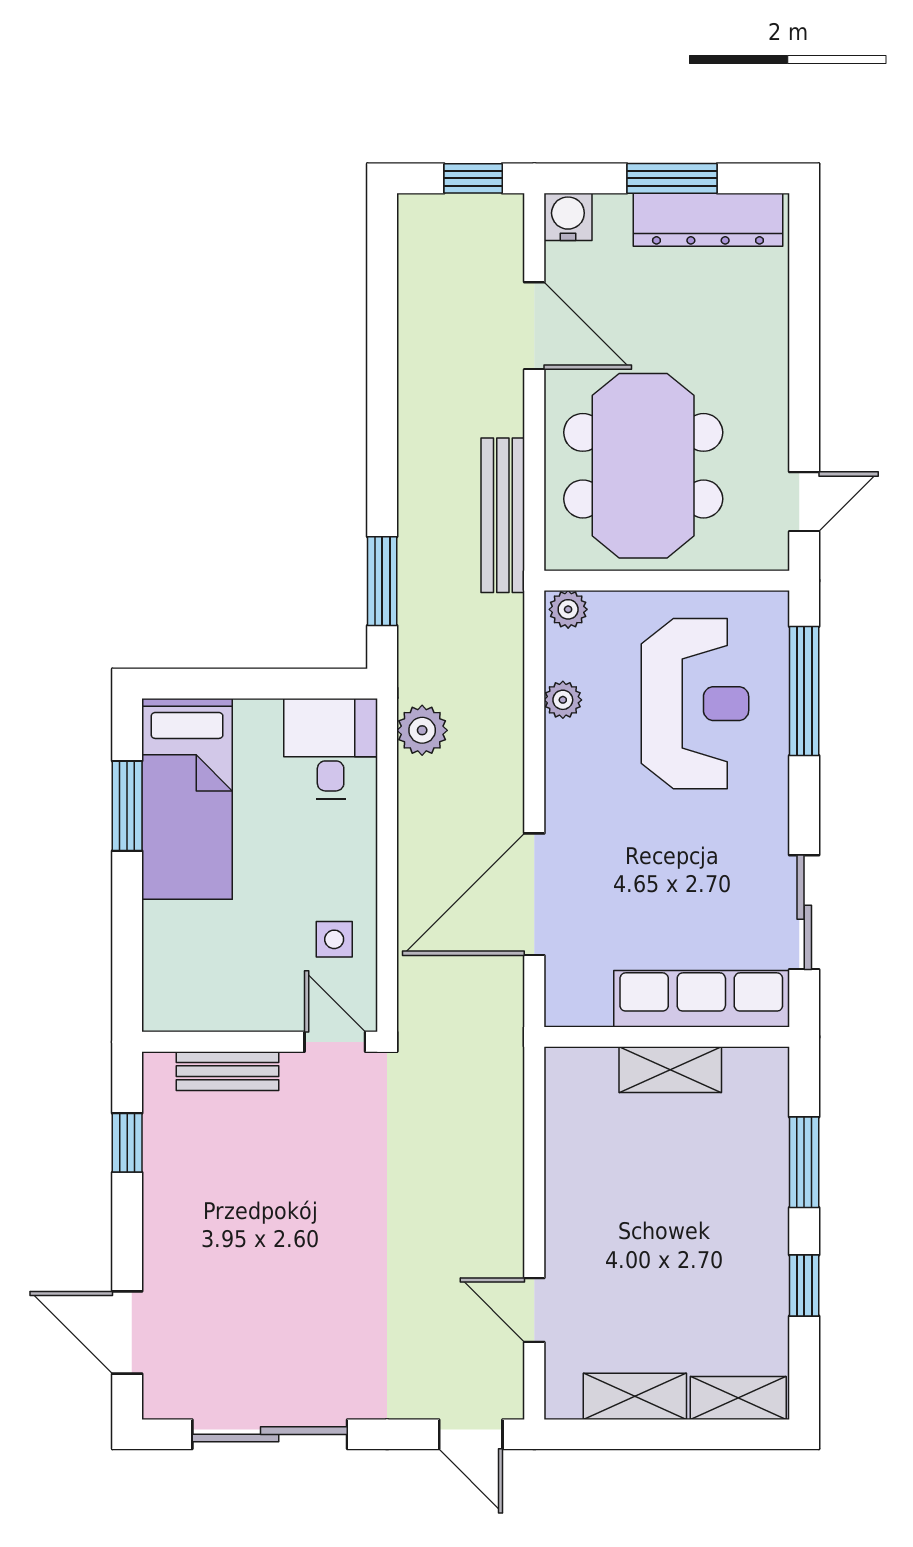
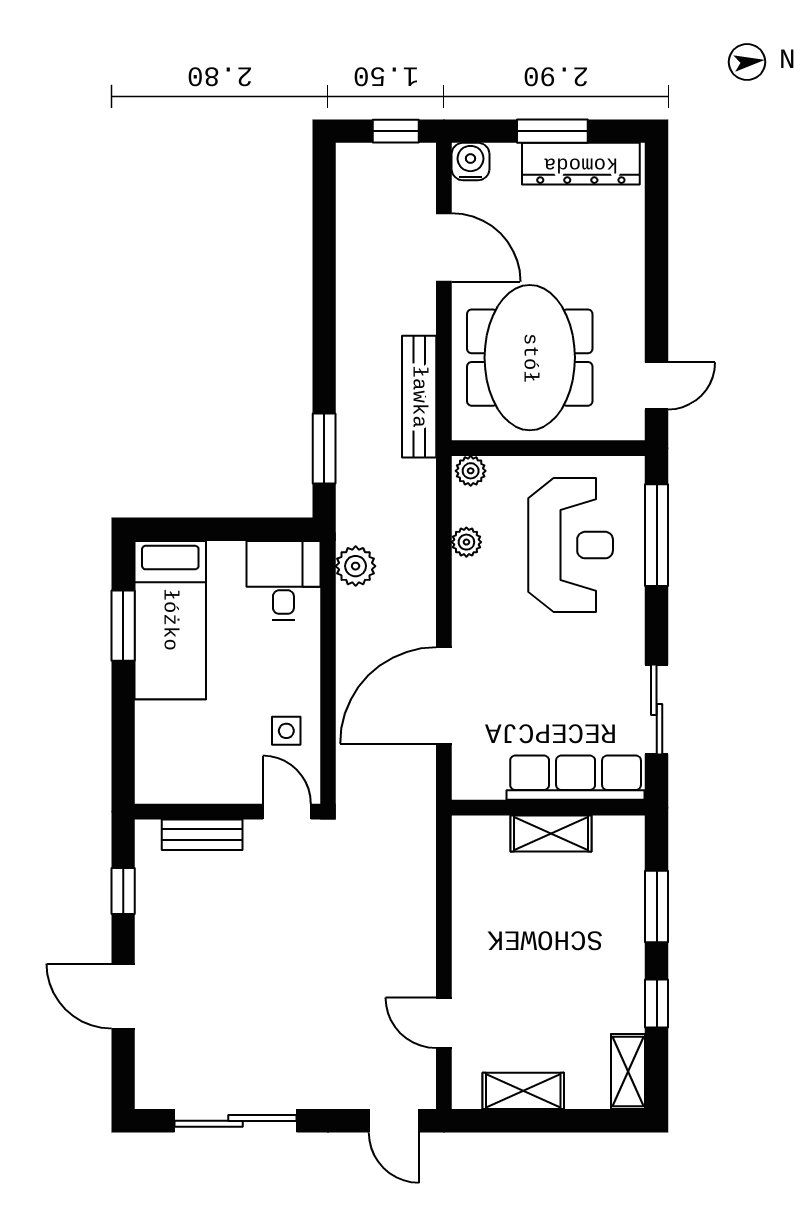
door: (127, 1332) -> (123, 996), moved
shelving: (738, 1398) -> (628, 1071), moved, turned 90

